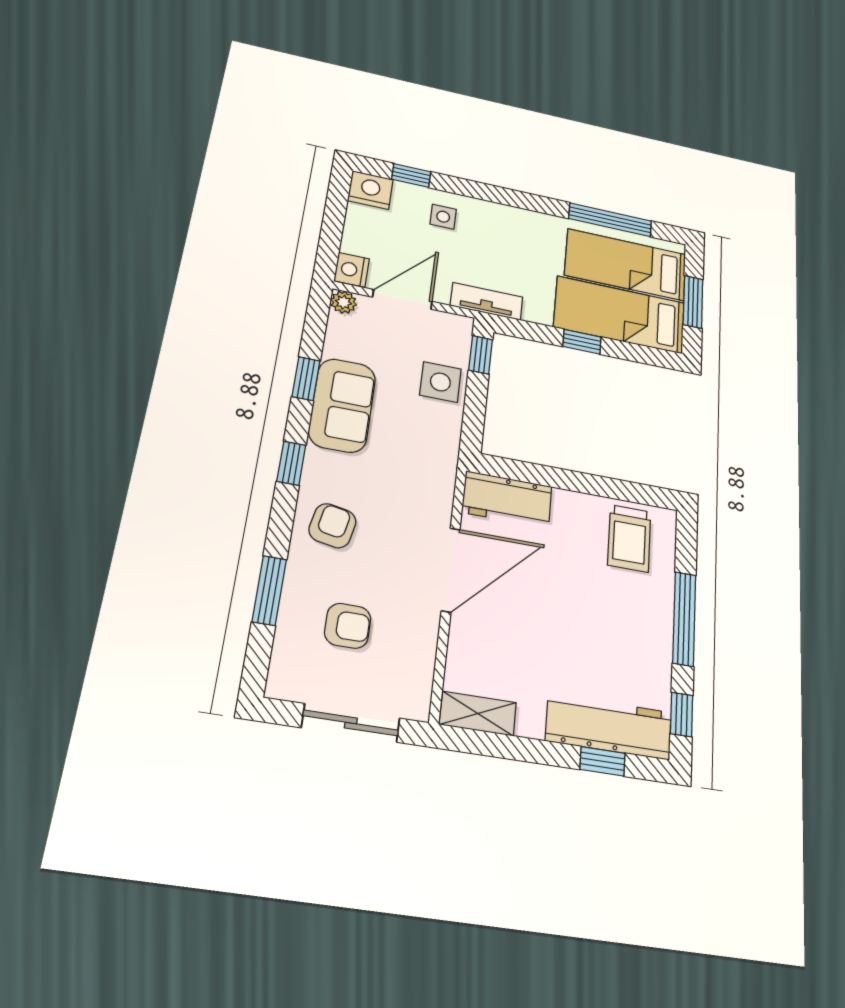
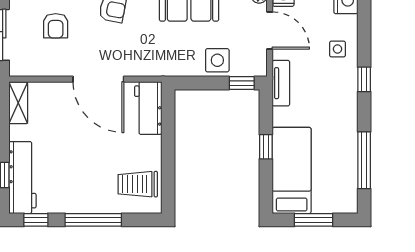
window: (411, 175) -> (364, 79), moved
bed: (626, 265) -> (331, 173), removed

